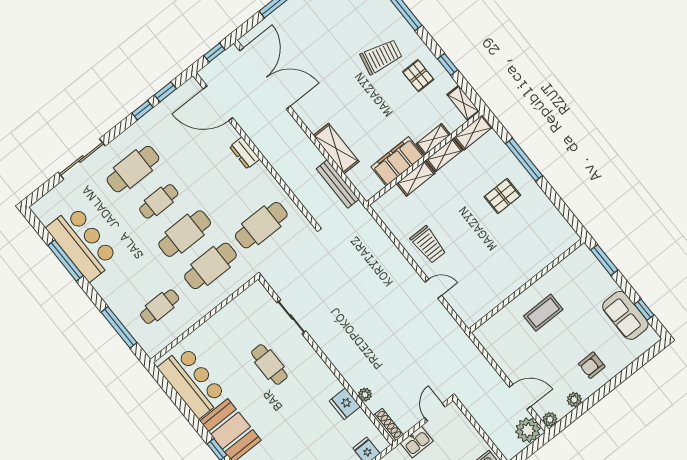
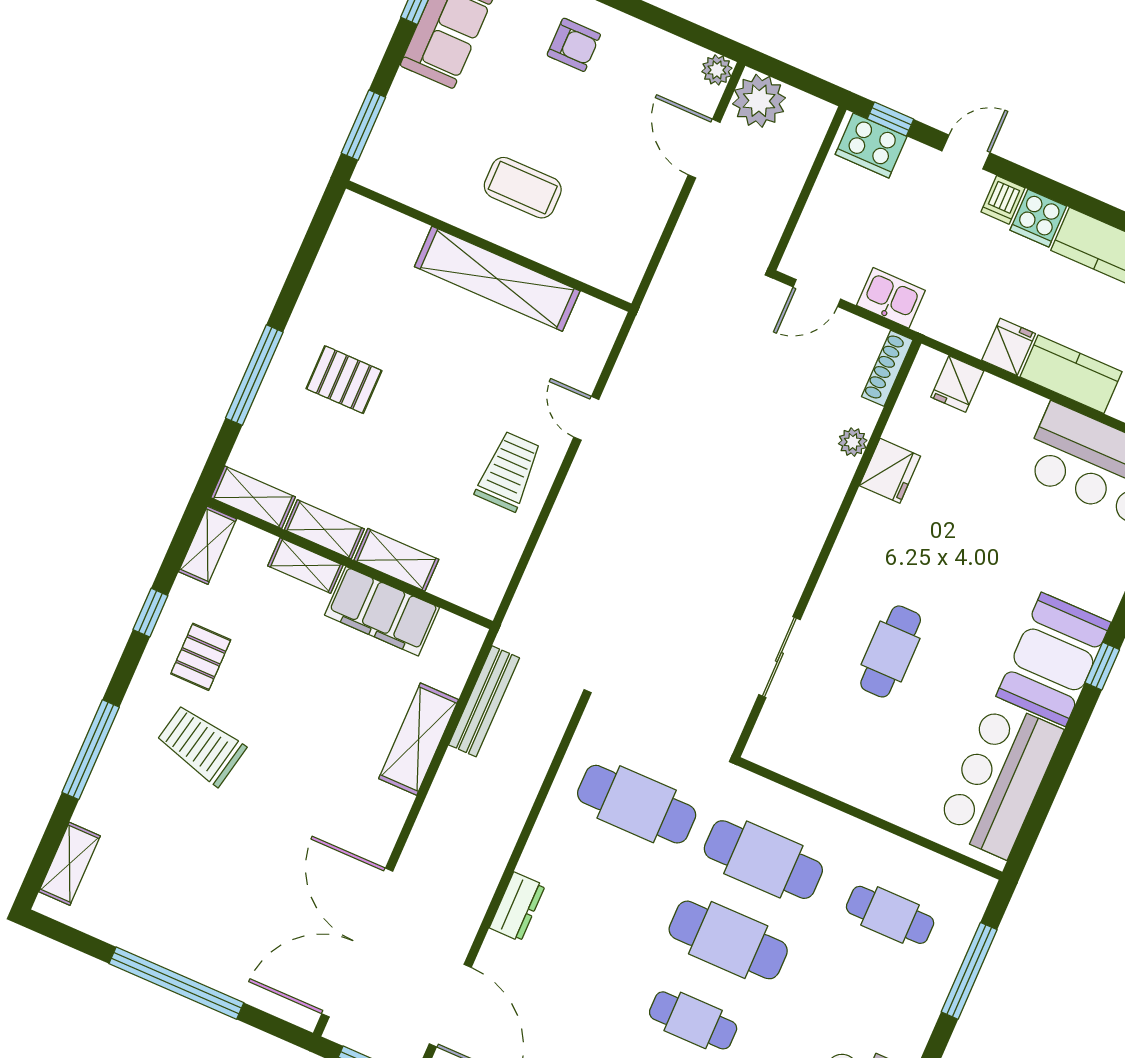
shelving: (511, 282) -> (497, 279), added
plant: (574, 400) -> (656, 44), removed

